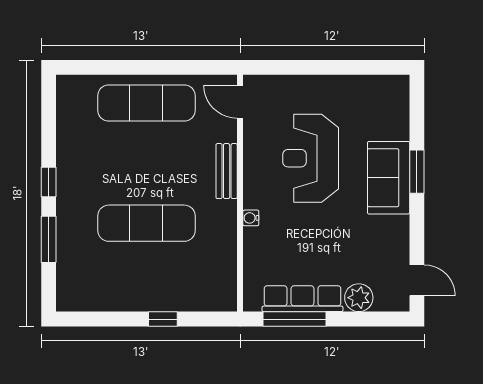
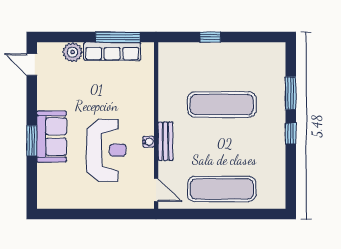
water cooler: (251, 218) -> (148, 142), moved

